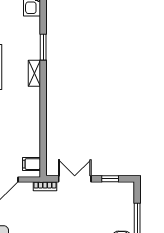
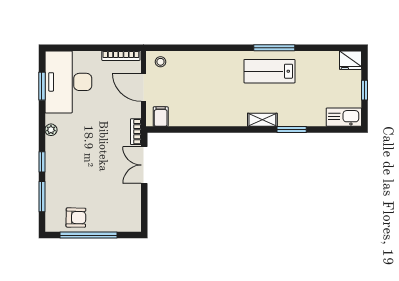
double door: (75, 179) -> (144, 165), swing flipped
window: (110, 179) -> (144, 205), removed

